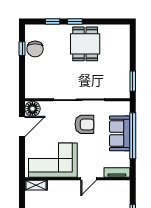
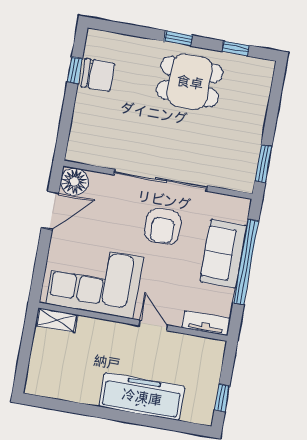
window: (53, 22) -> (236, 48), moved
dining table: (85, 44) -> (190, 82), turned 90
chair: (35, 49) -> (98, 75), turned -90
armchair: (84, 124) -> (163, 226), turned 90
door: (89, 179) -> (153, 325), swing flipped

